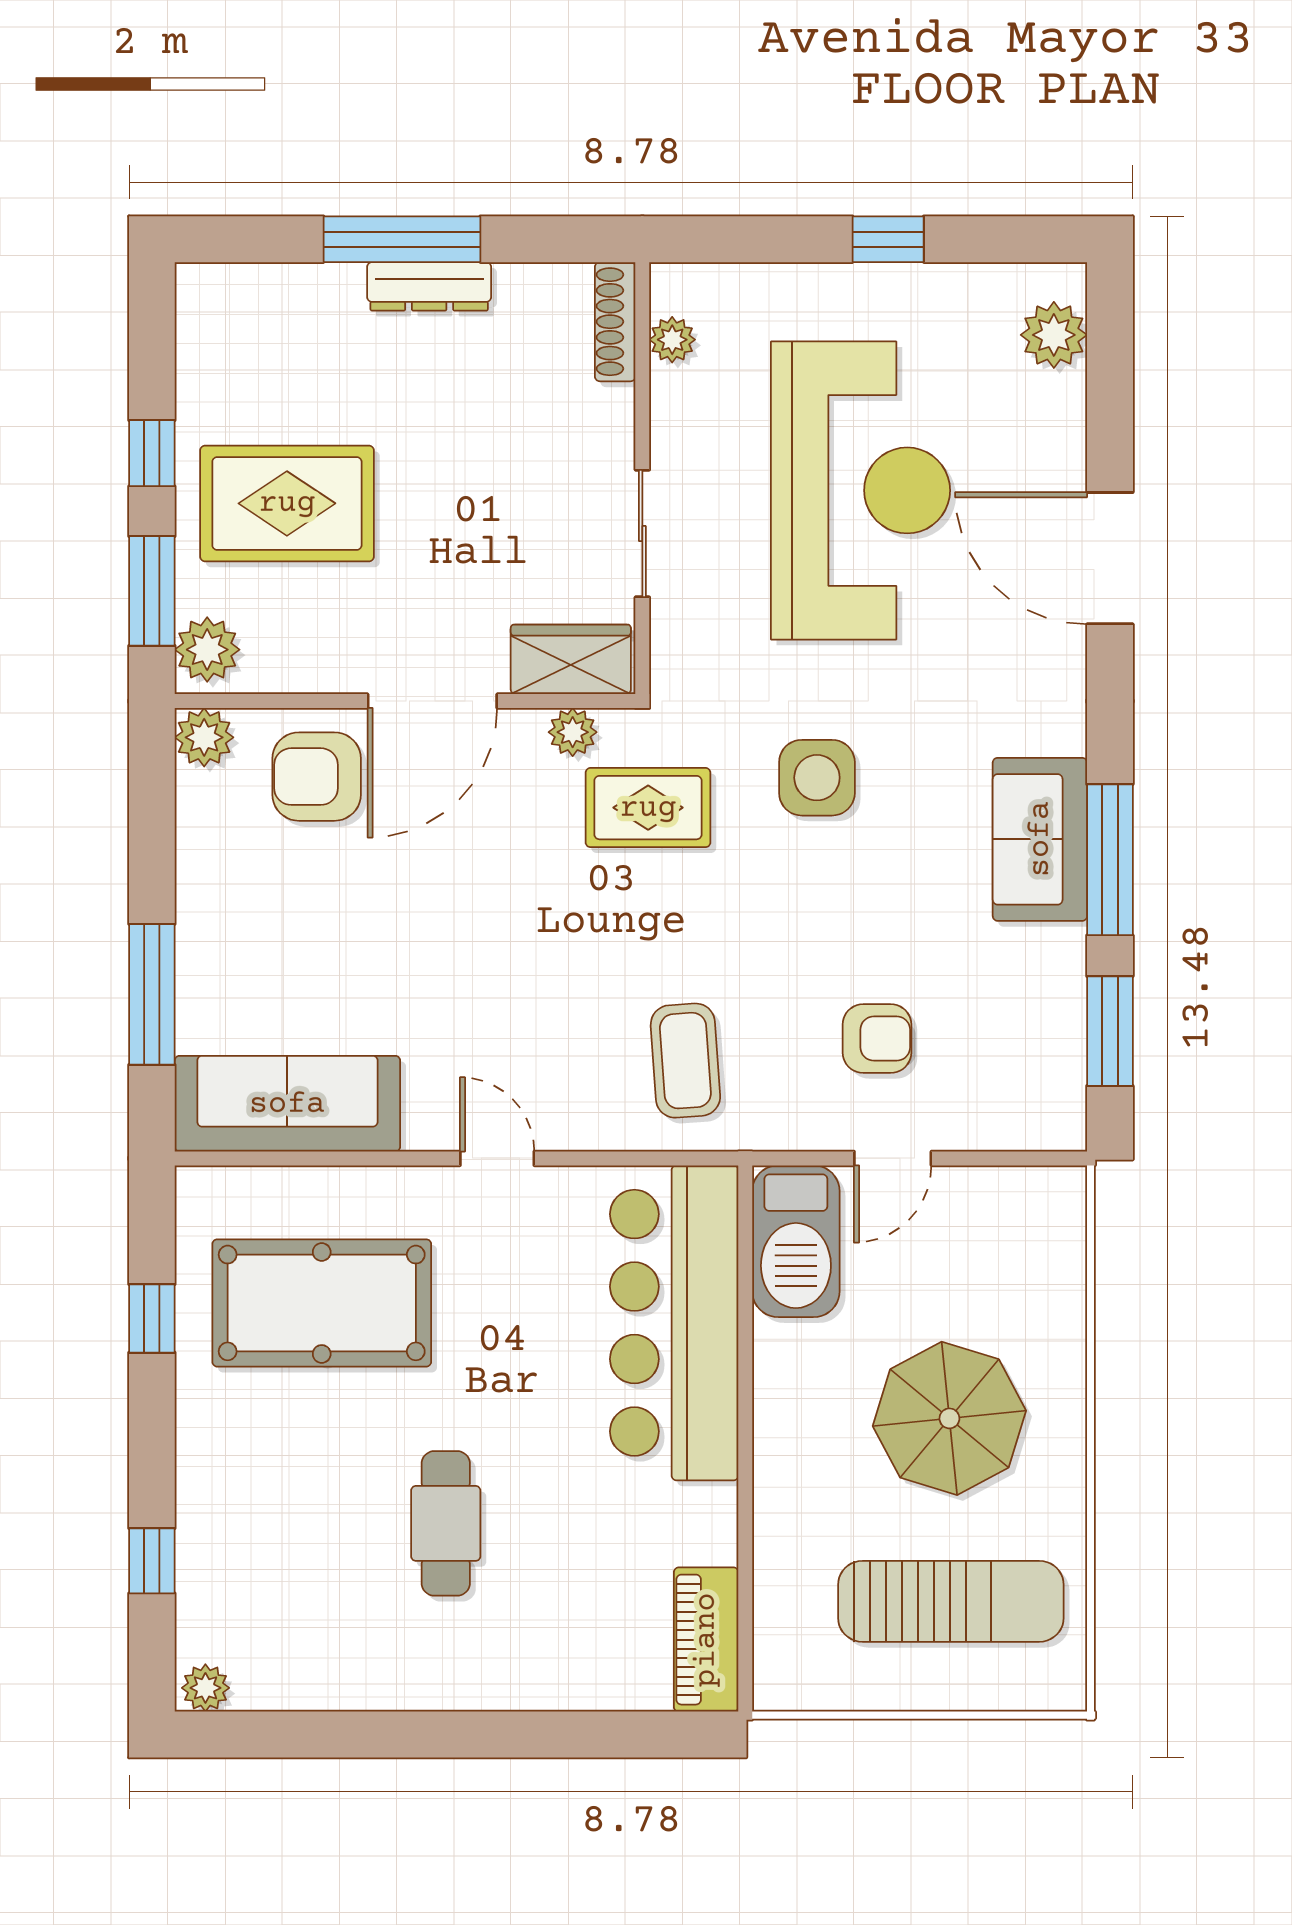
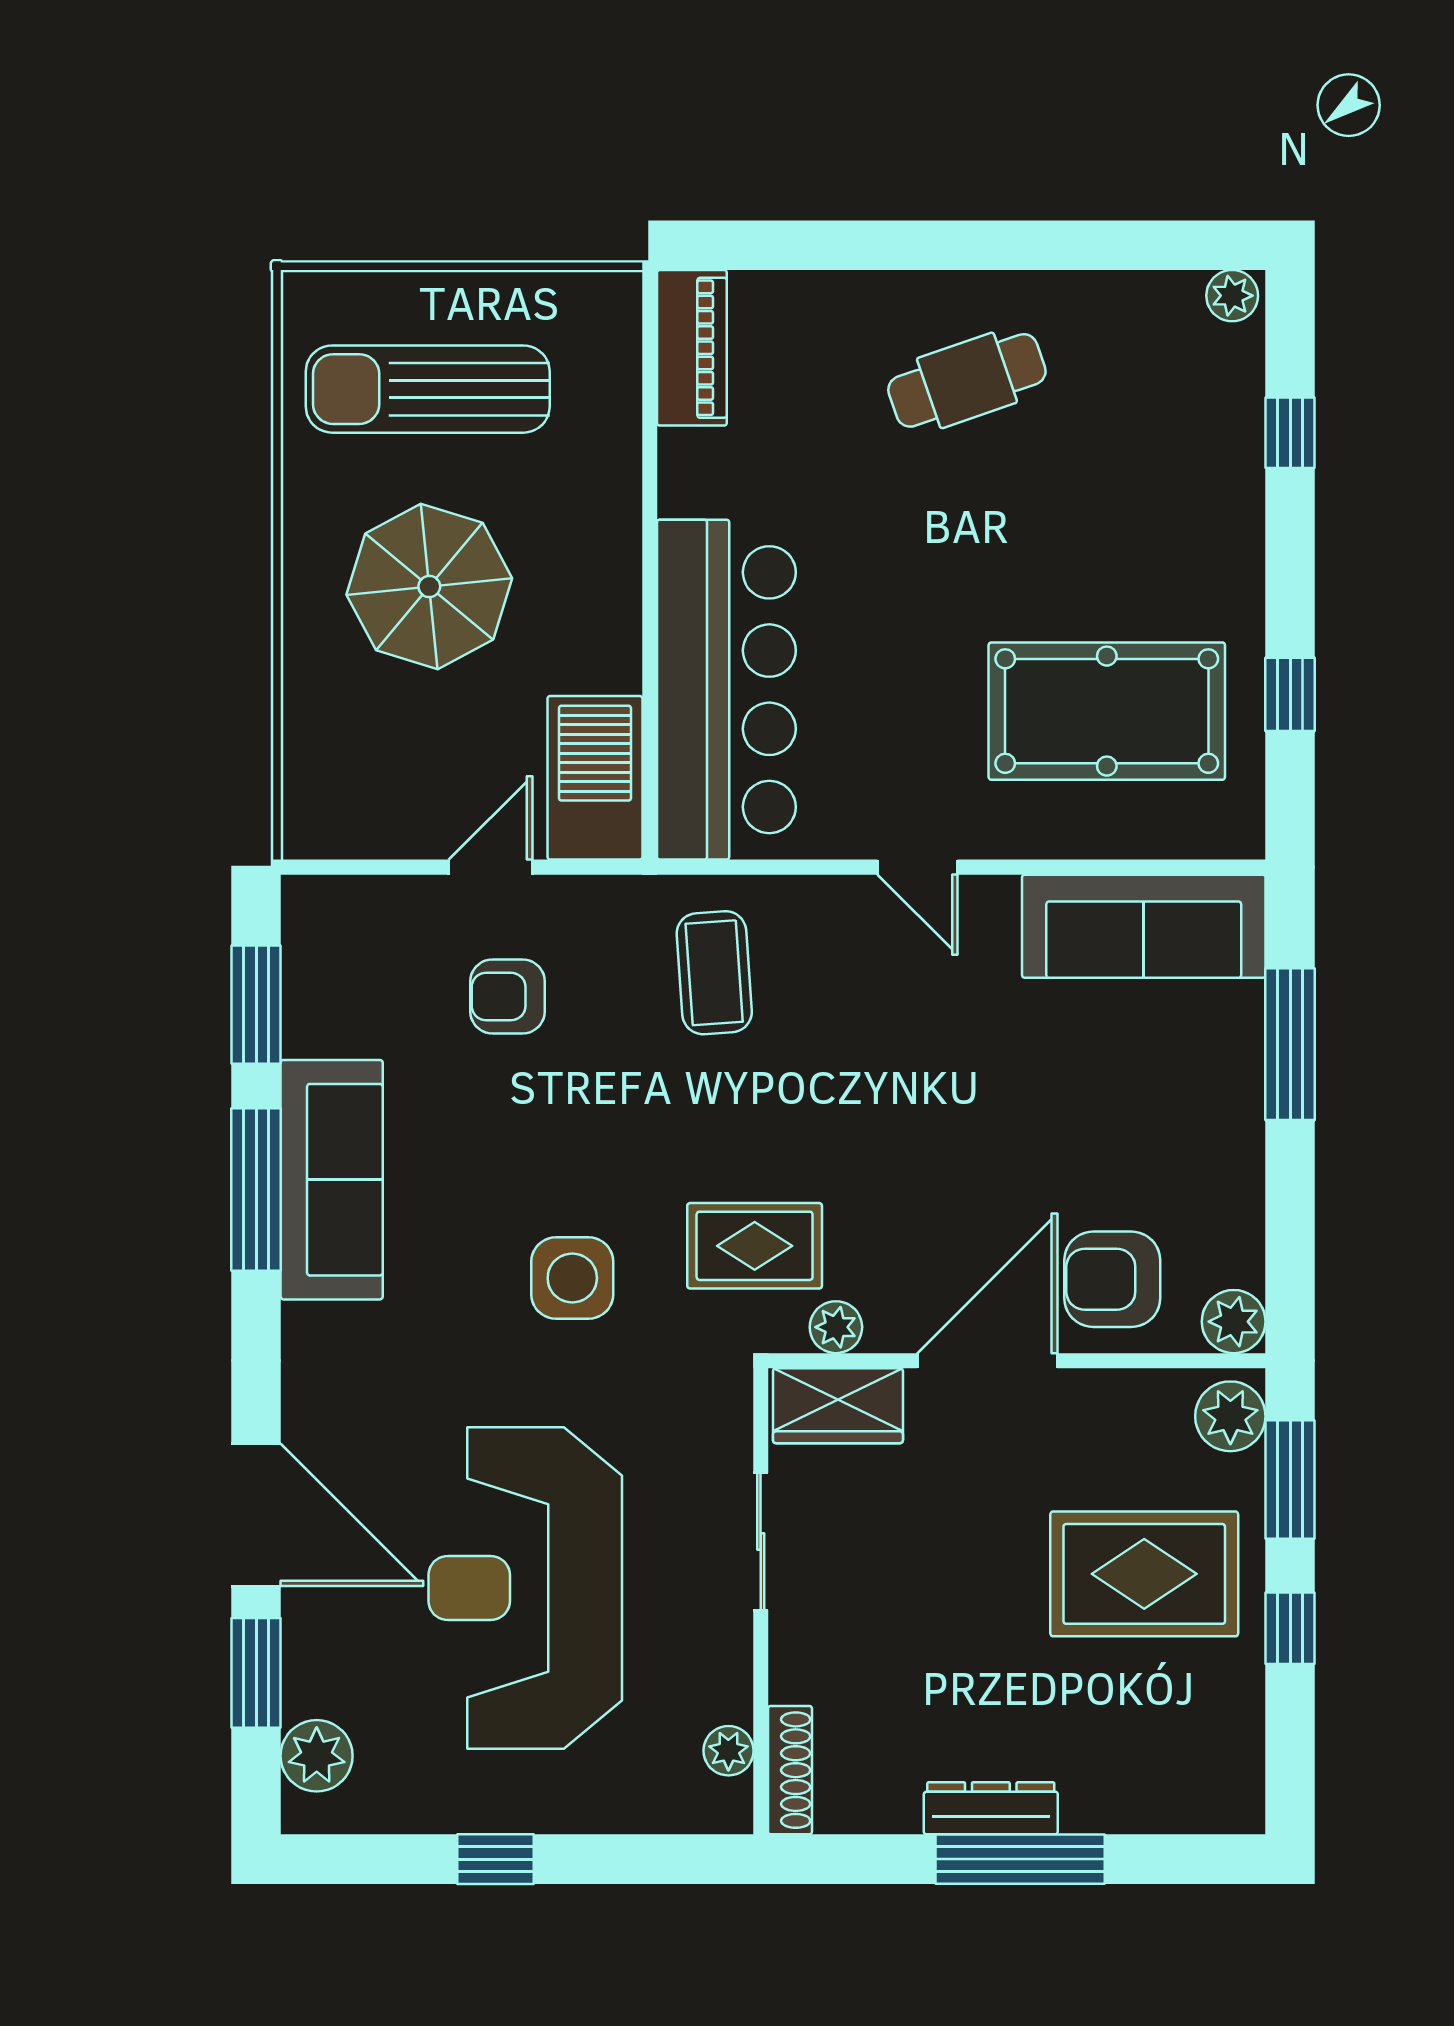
window: (1110, 412) -> (256, 1673), added
armchair: (317, 777) -> (1112, 1279), turned 180
sofa: (1040, 839) -> (332, 1180), width x1.36
cafe table: (446, 1523) -> (967, 380), moved, turned 71

